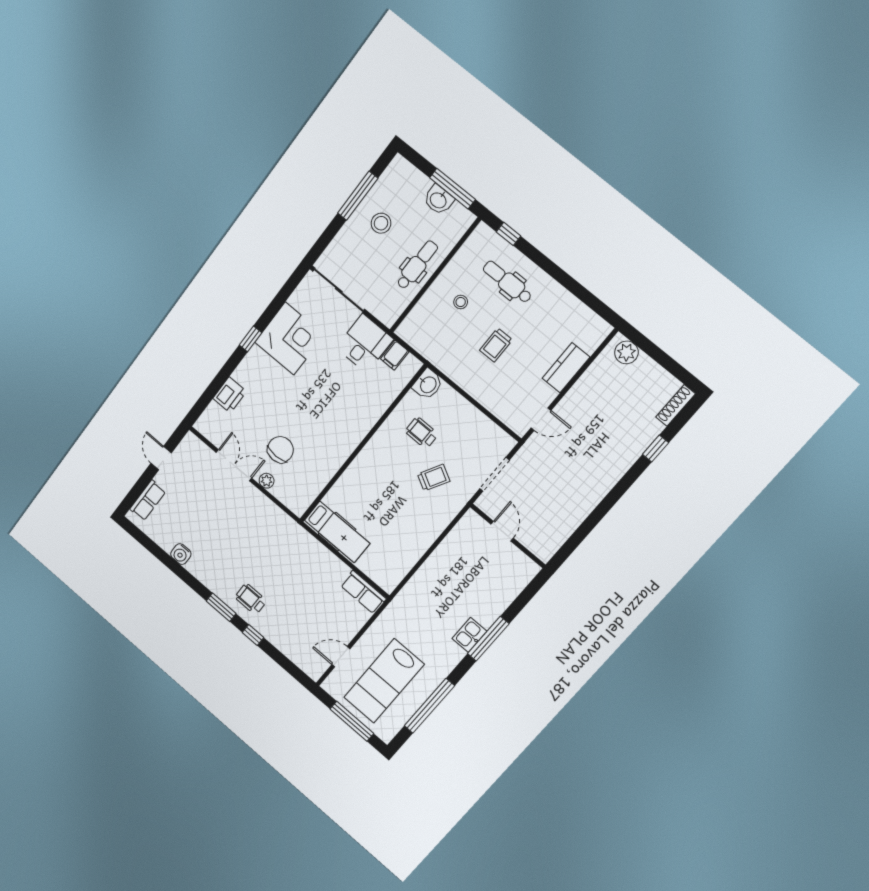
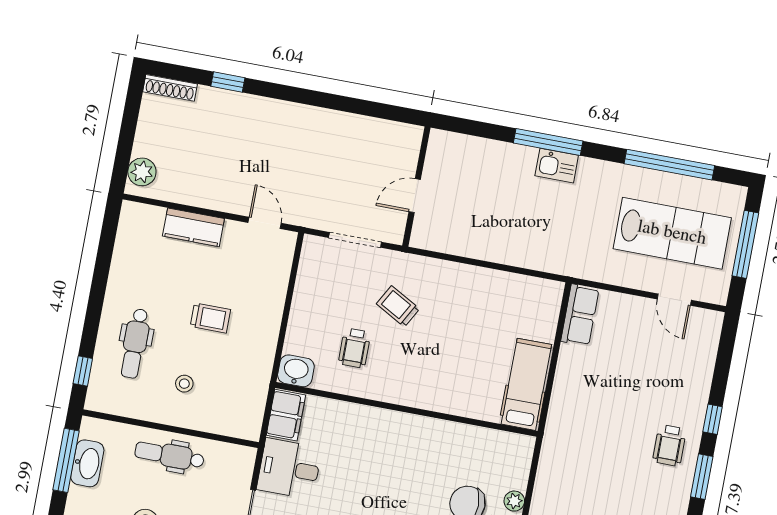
washbasin: (439, 200) -> (87, 463), width x1.38
filing cabinet: (395, 355) -> (286, 415), width x2.00

